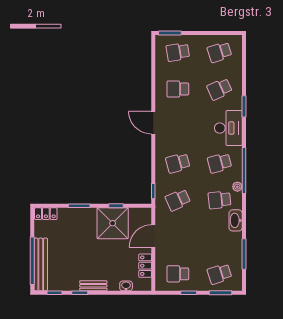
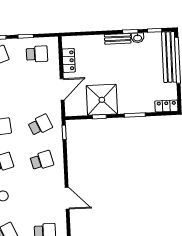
washbasin: (126, 286) -> (138, 38), moved

